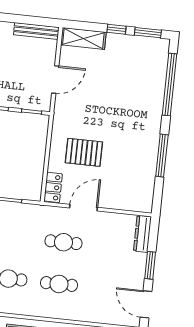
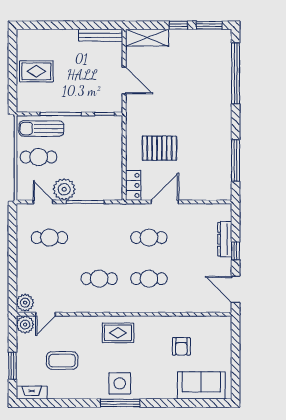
door: (55, 80) -> (124, 80), hinge flipped
window: (162, 156) -> (236, 161), moved
dresser: (142, 234) -> (225, 239), moved
window: (150, 265) -> (236, 251), width x0.67

